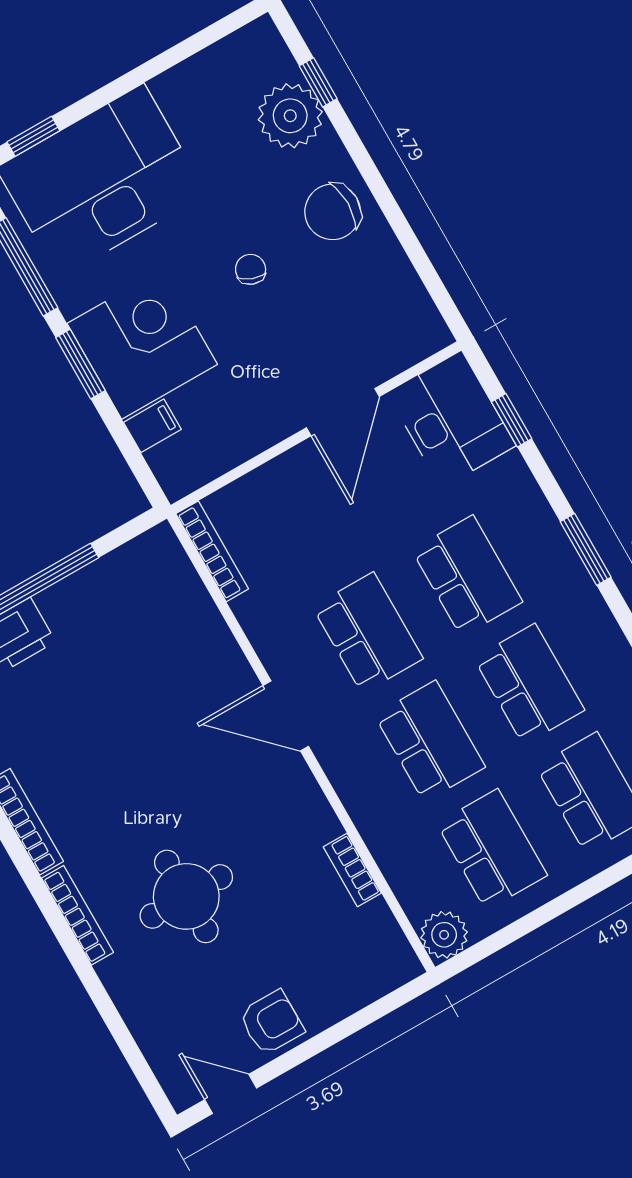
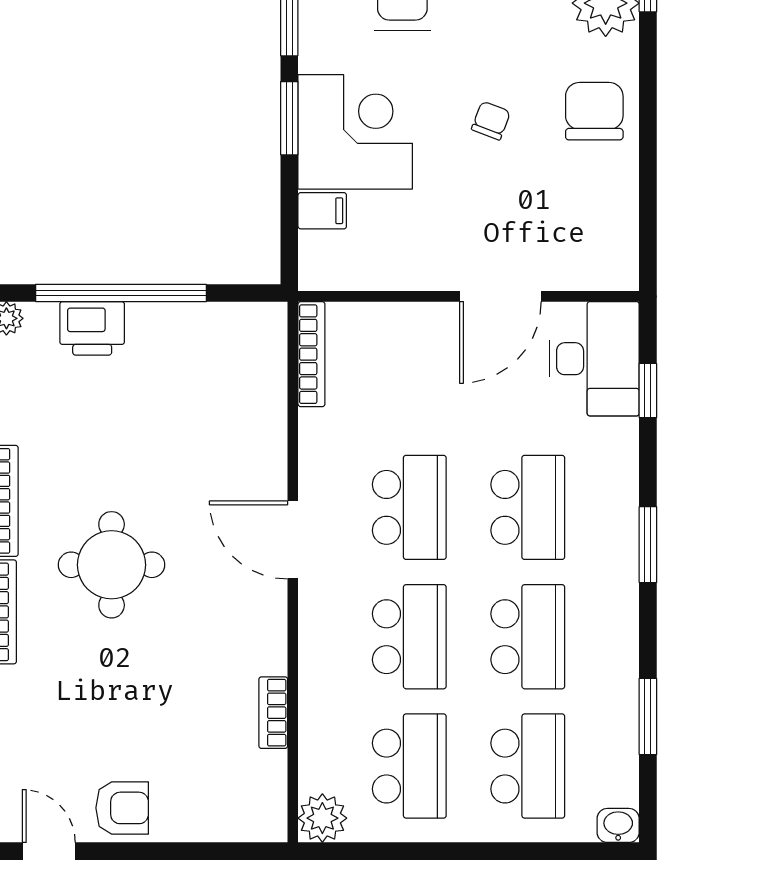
chair: (333, 212) -> (594, 111), turned 90
round table: (186, 896) -> (112, 565), moved

